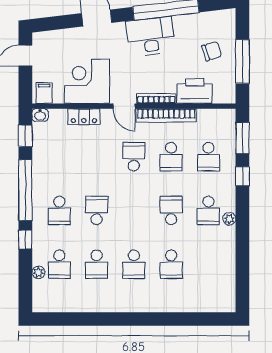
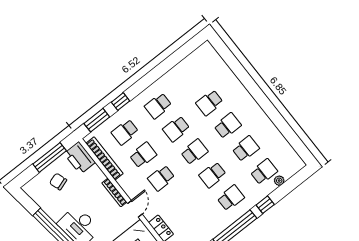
printer: (195, 91) -> (80, 158), moved
bookcase: (166, 115) -> (104, 158), moved
school desk: (208, 157) -> (125, 132), turned 180
school desk: (134, 210) -> (194, 152), added
school desk: (208, 210) -> (158, 106), turned 180
plant: (229, 219) -> (153, 89), removed
school desk: (171, 264) -> (209, 103), turned 180

